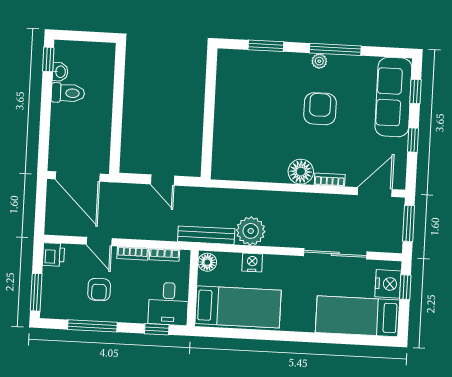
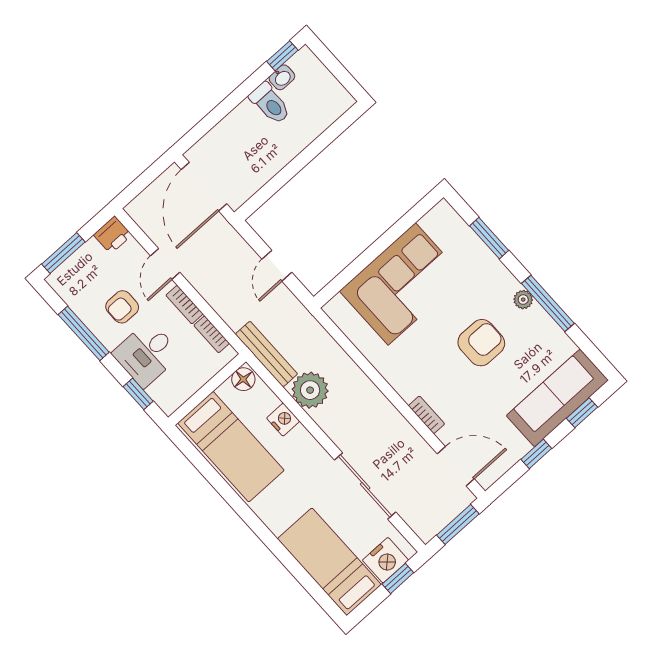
corner sofa: (243, 120) -> (402, 284), added
floor lamp: (301, 172) -> (408, 382), removed
desk: (168, 304) -> (146, 354), moved

